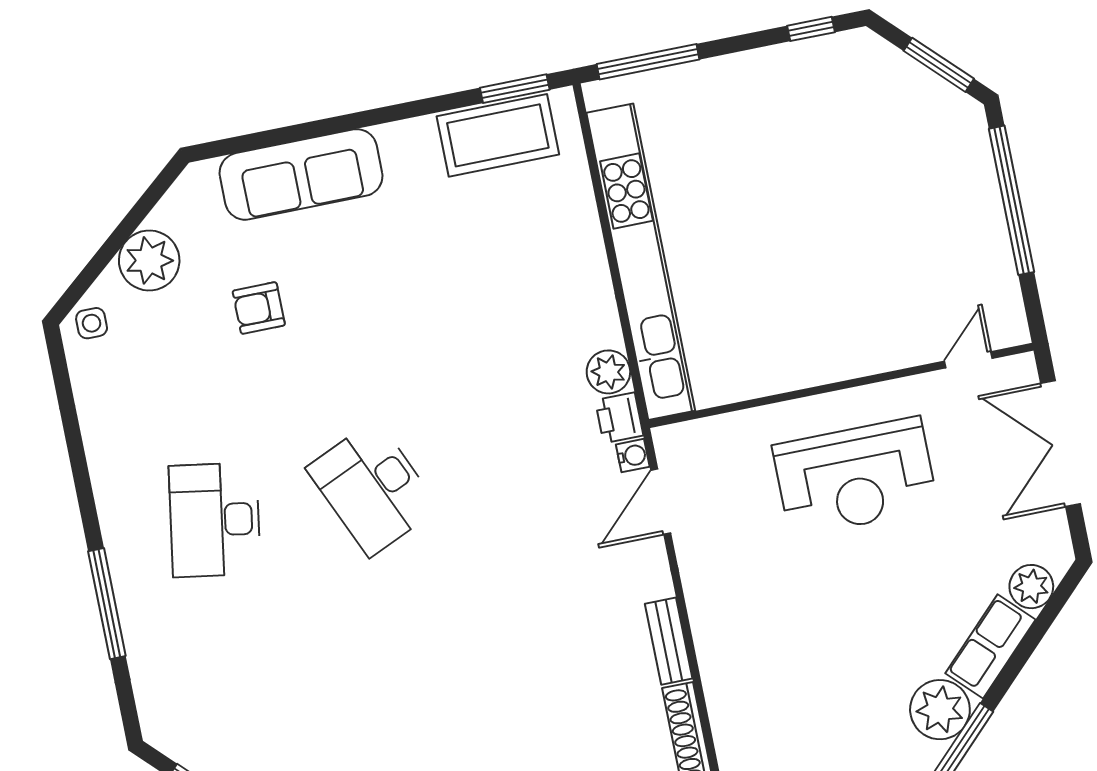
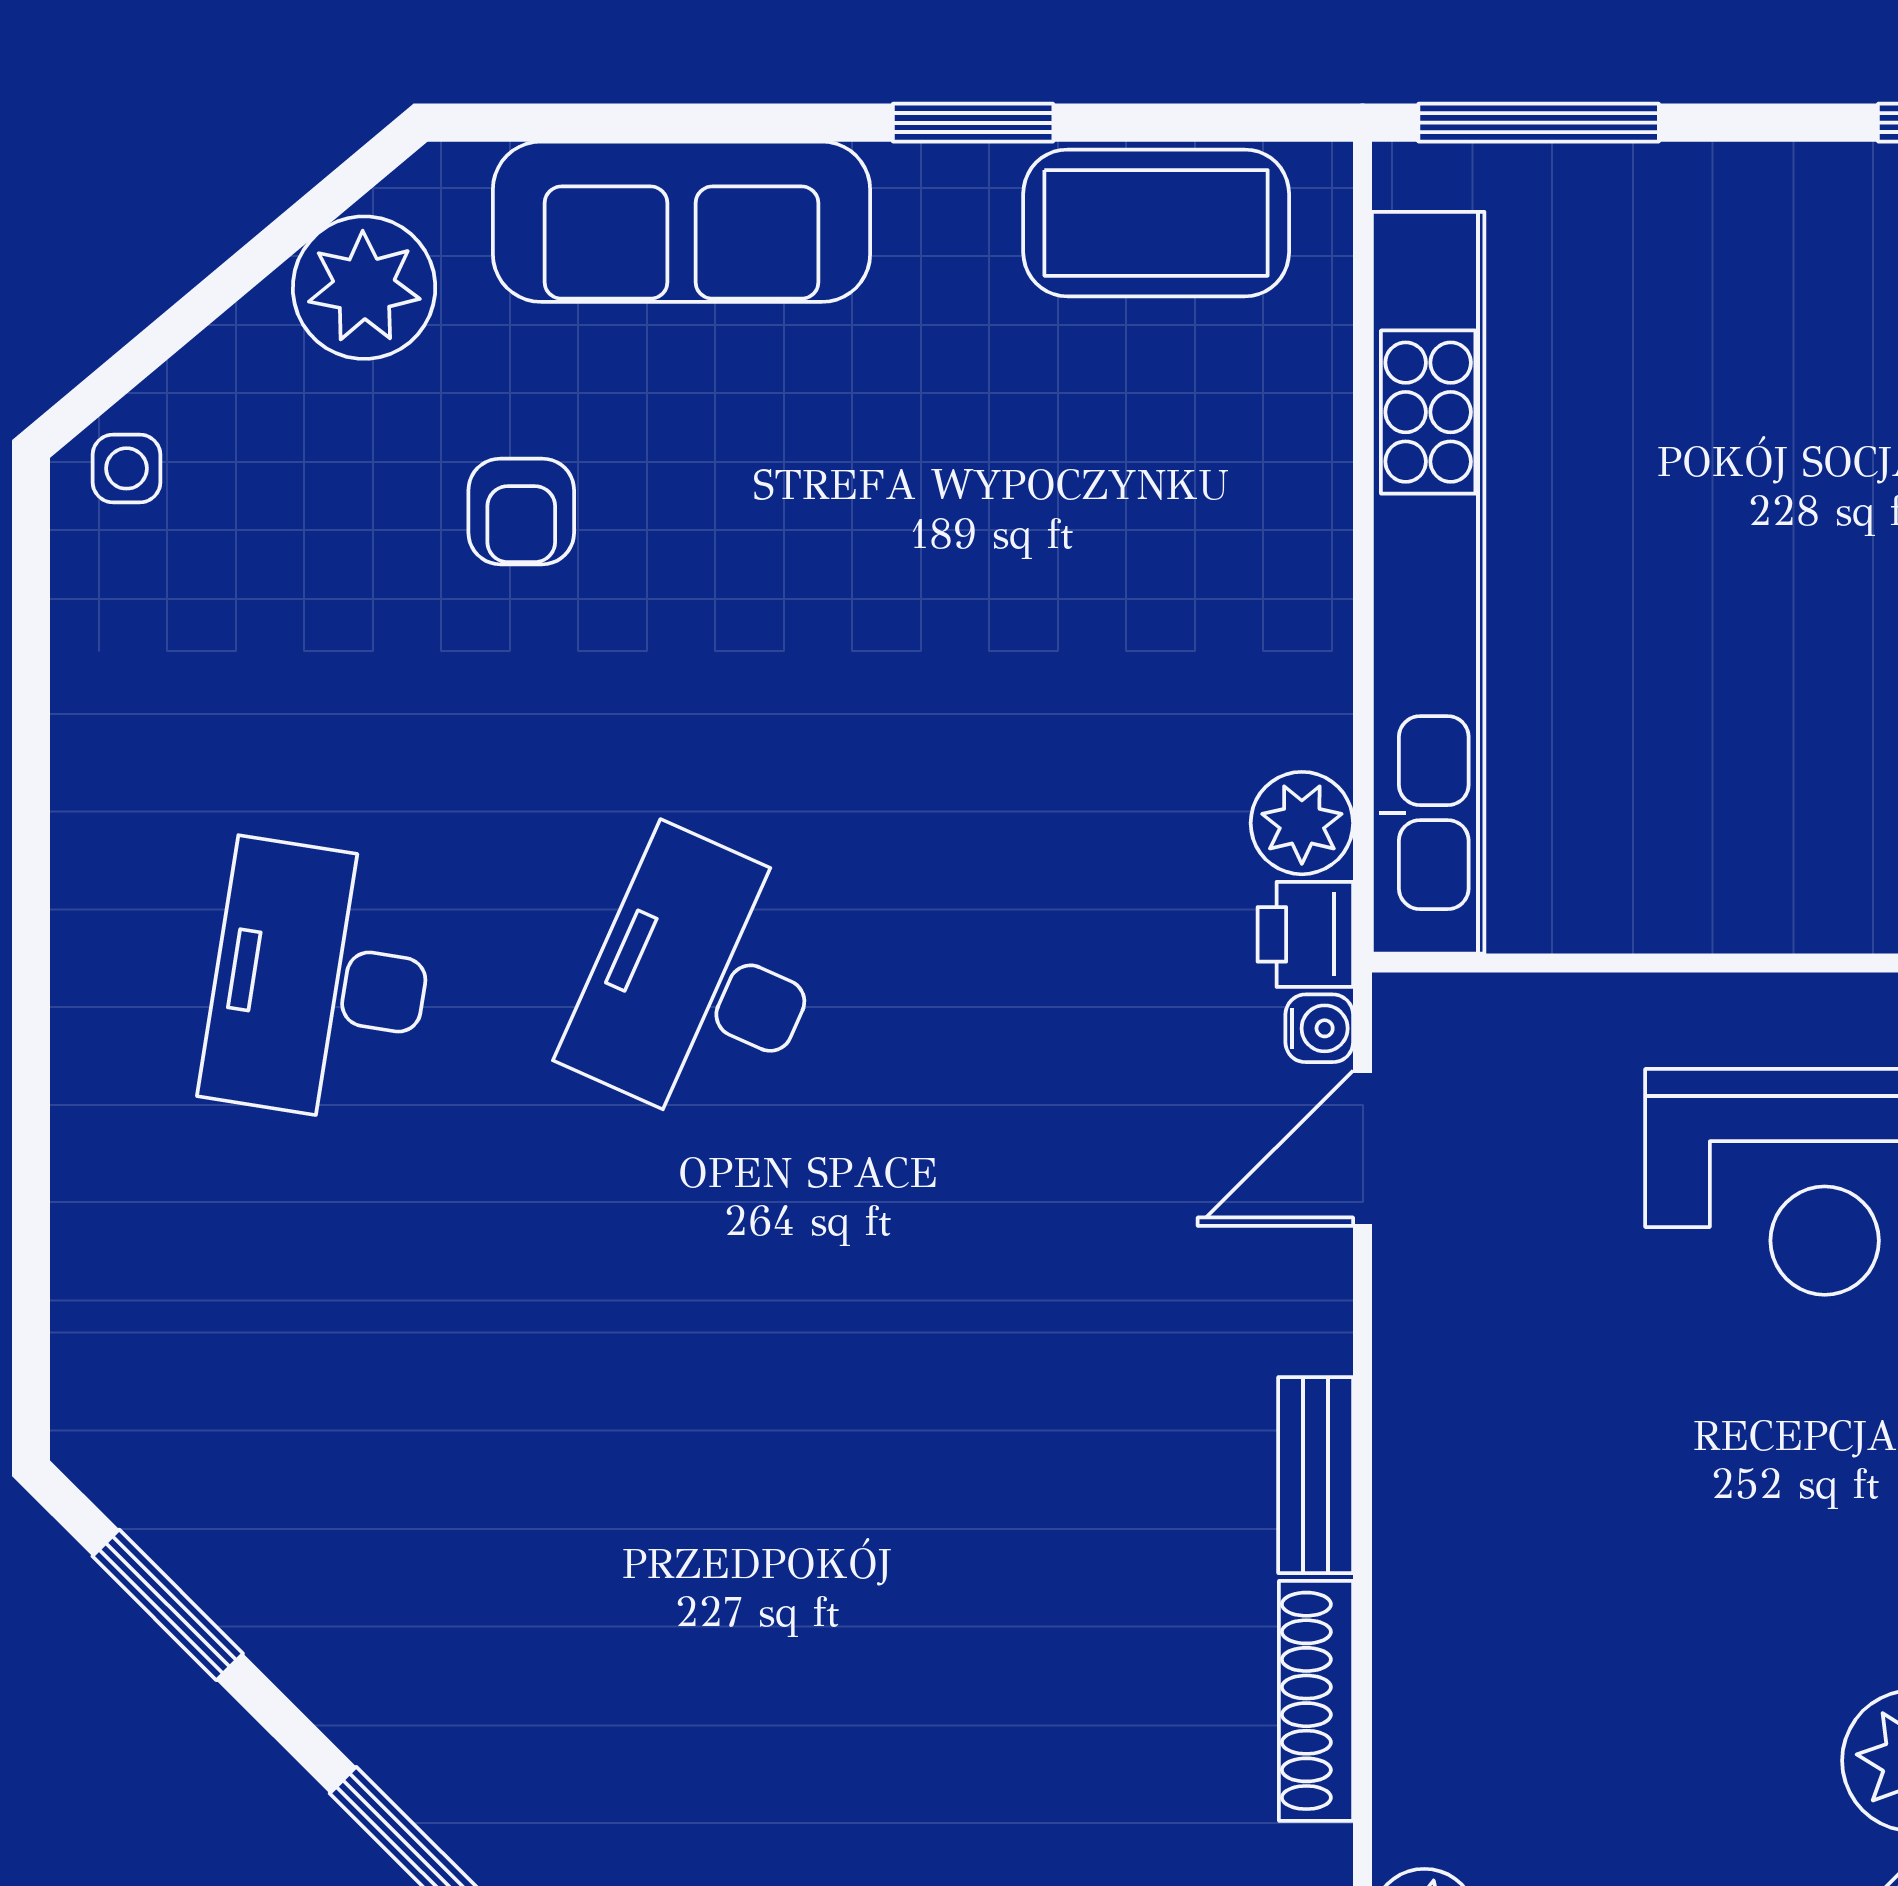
window: (515, 89) -> (973, 123), moved
plant: (149, 260) -> (364, 288), moved
armchair: (259, 308) -> (521, 511), turned -90
desk: (373, 488) -> (702, 982), turned 48
window: (107, 604) -> (31, 1126), removed

